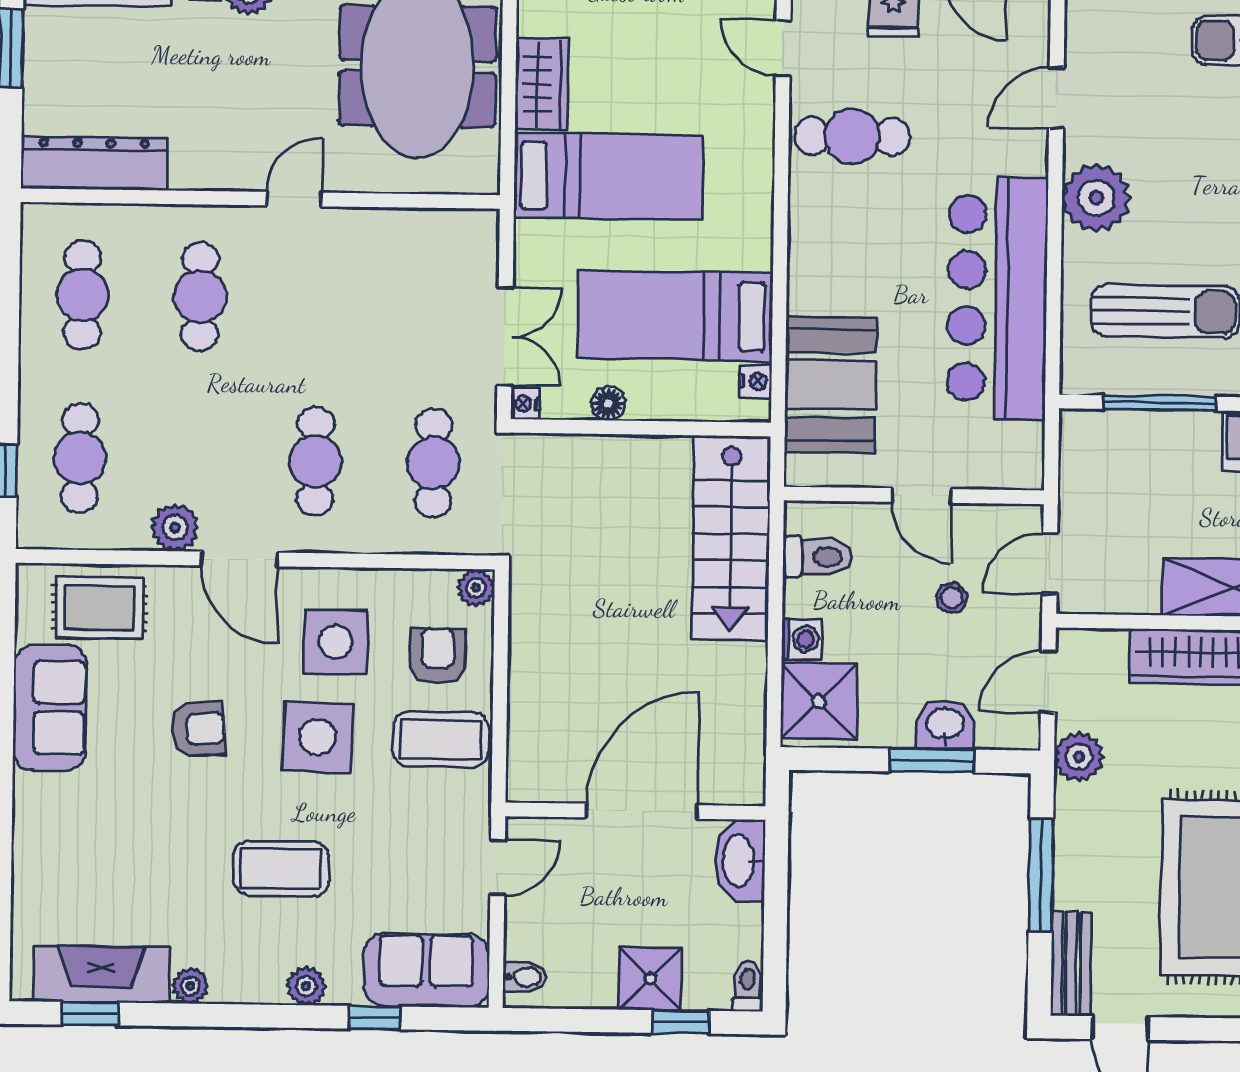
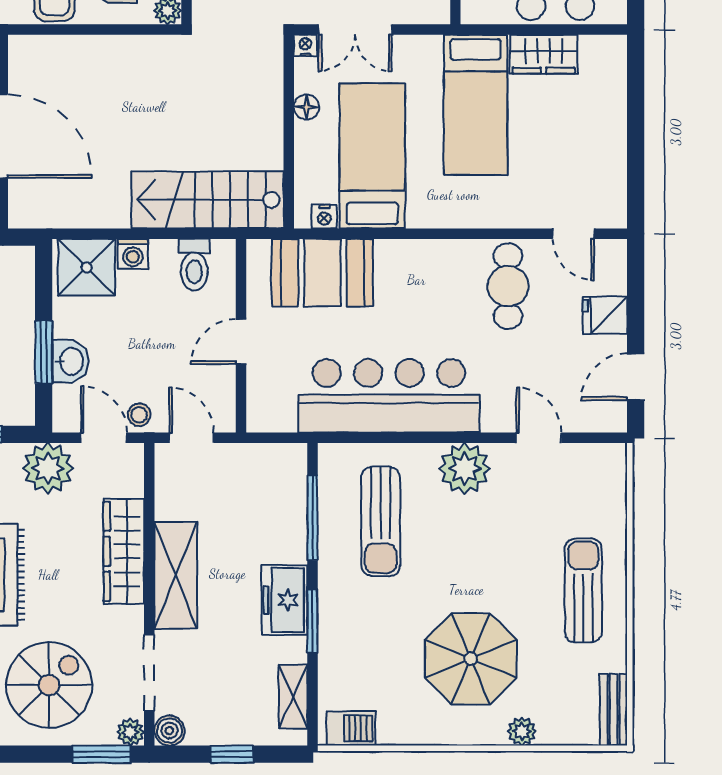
door: (783, 48) -> (573, 234), swing flipped
stool: (952, 598) -> (139, 415), moved
plant: (1079, 757) -> (48, 468), width x1.36, depth x1.36

